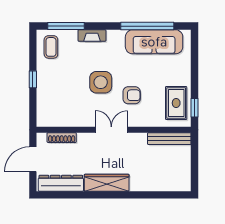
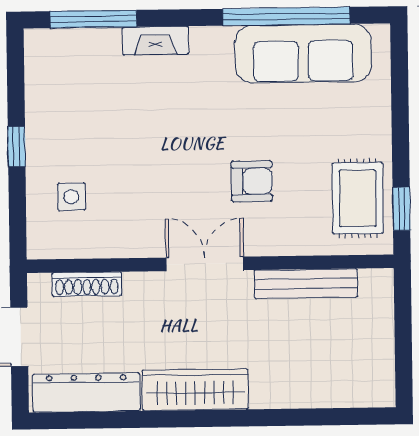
coffee table: (51, 47) -> (58, 69), removed
side table: (101, 82) -> (71, 197), moved, width x0.54, depth x0.54
bench: (169, 139) -> (306, 284), moved

